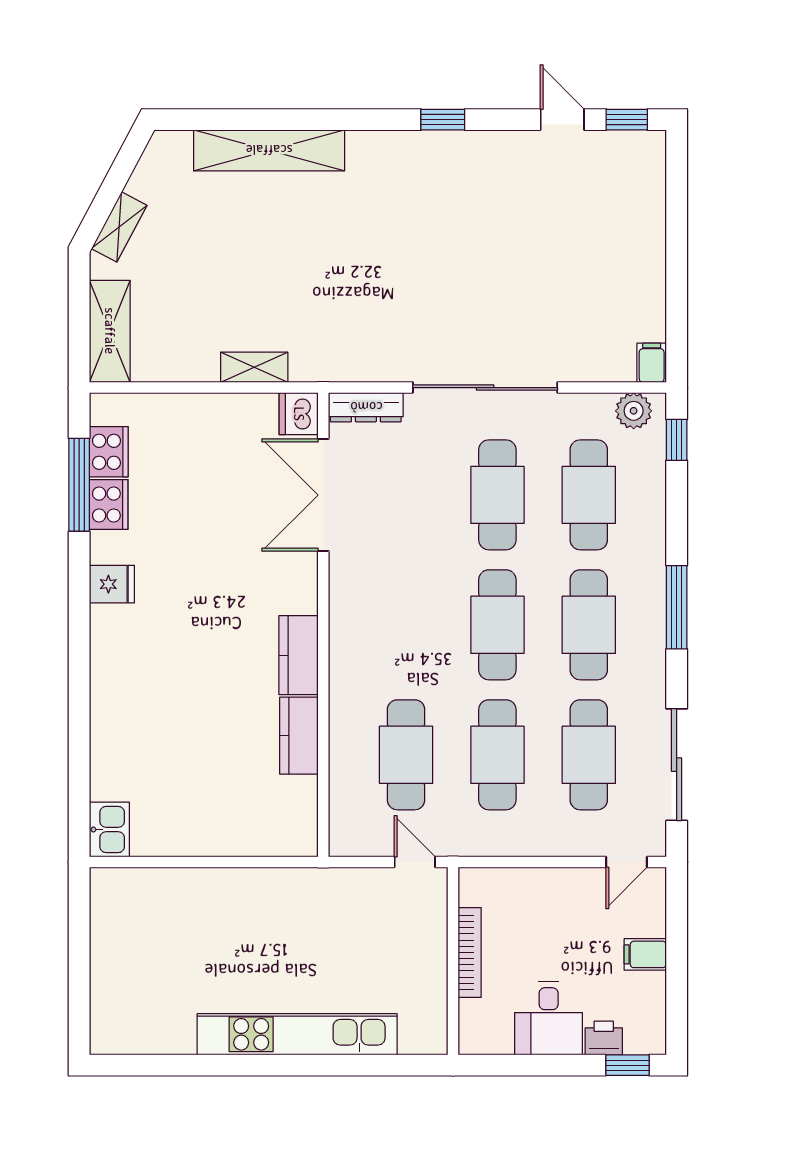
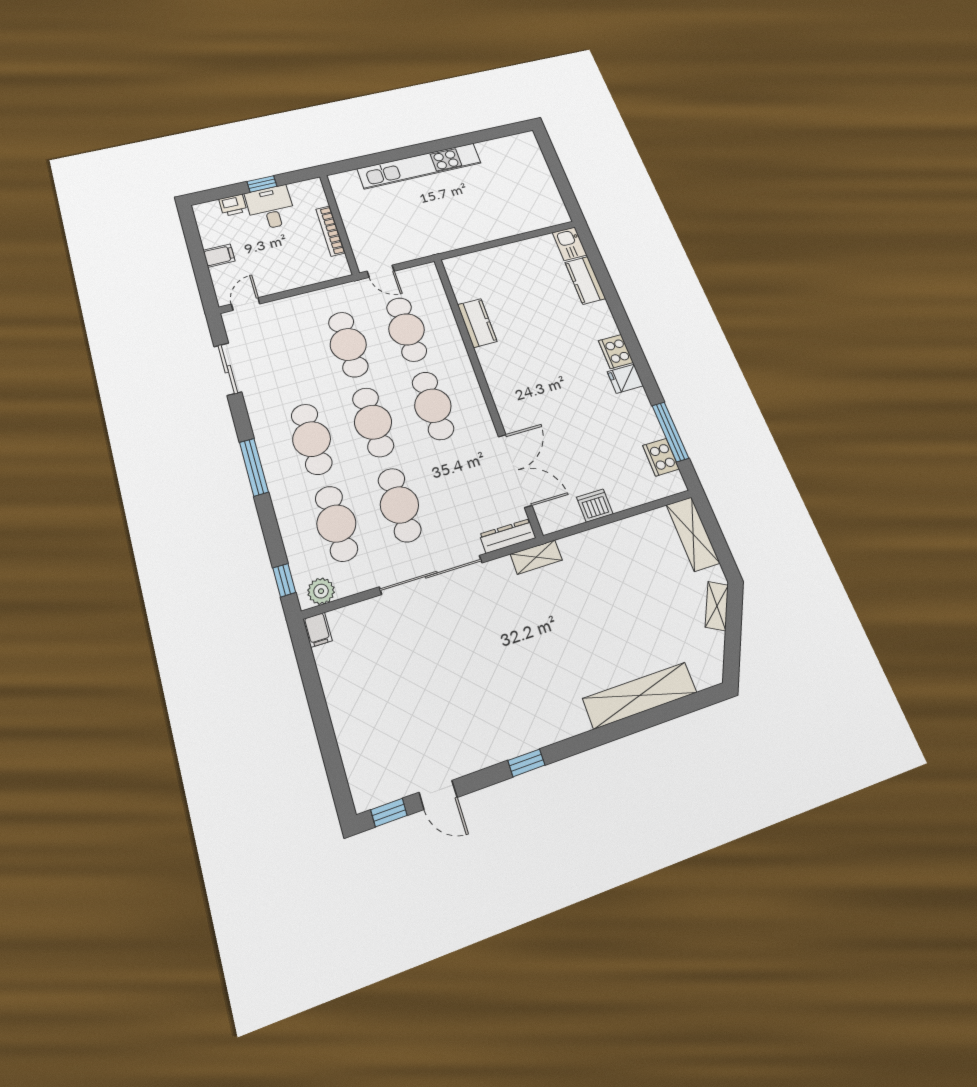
shelving: (254, 367) -> (536, 557), moved
dishwasher: (299, 414) -> (595, 506), moved, turned -90
cooker: (109, 505) -> (616, 351), moved
kitchen counter: (298, 655) -> (585, 280), moved, turned 180
cafe table: (589, 755) -> (433, 406), moved
sliding door: (677, 765) -> (228, 369), width x0.73
window: (627, 1065) -> (262, 184), moved

